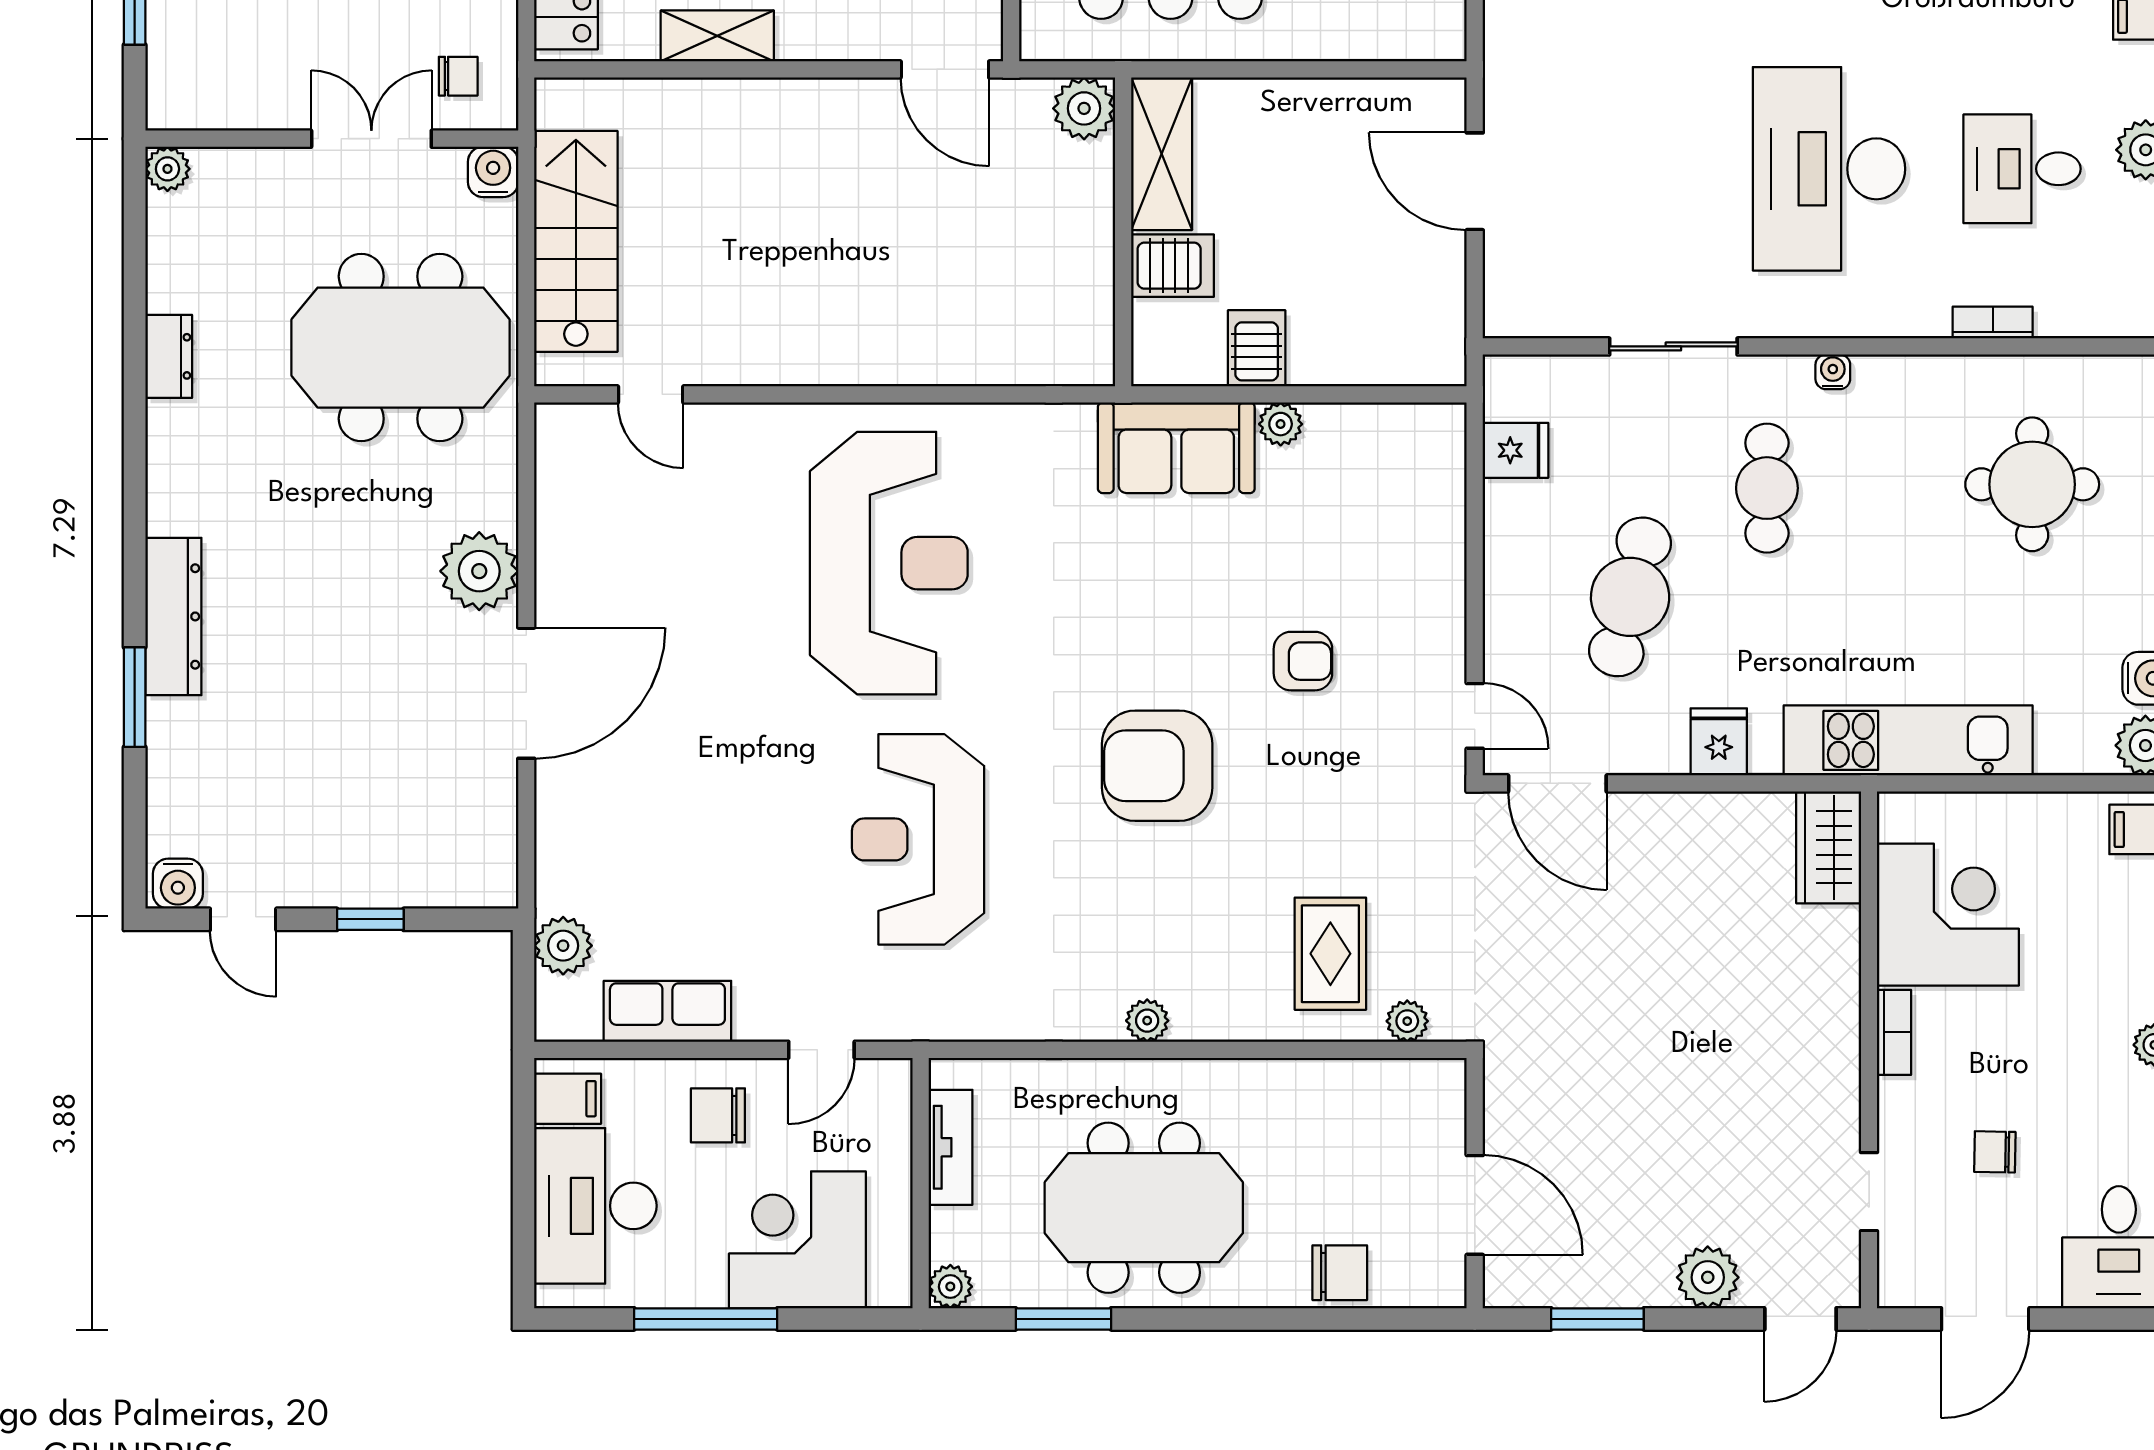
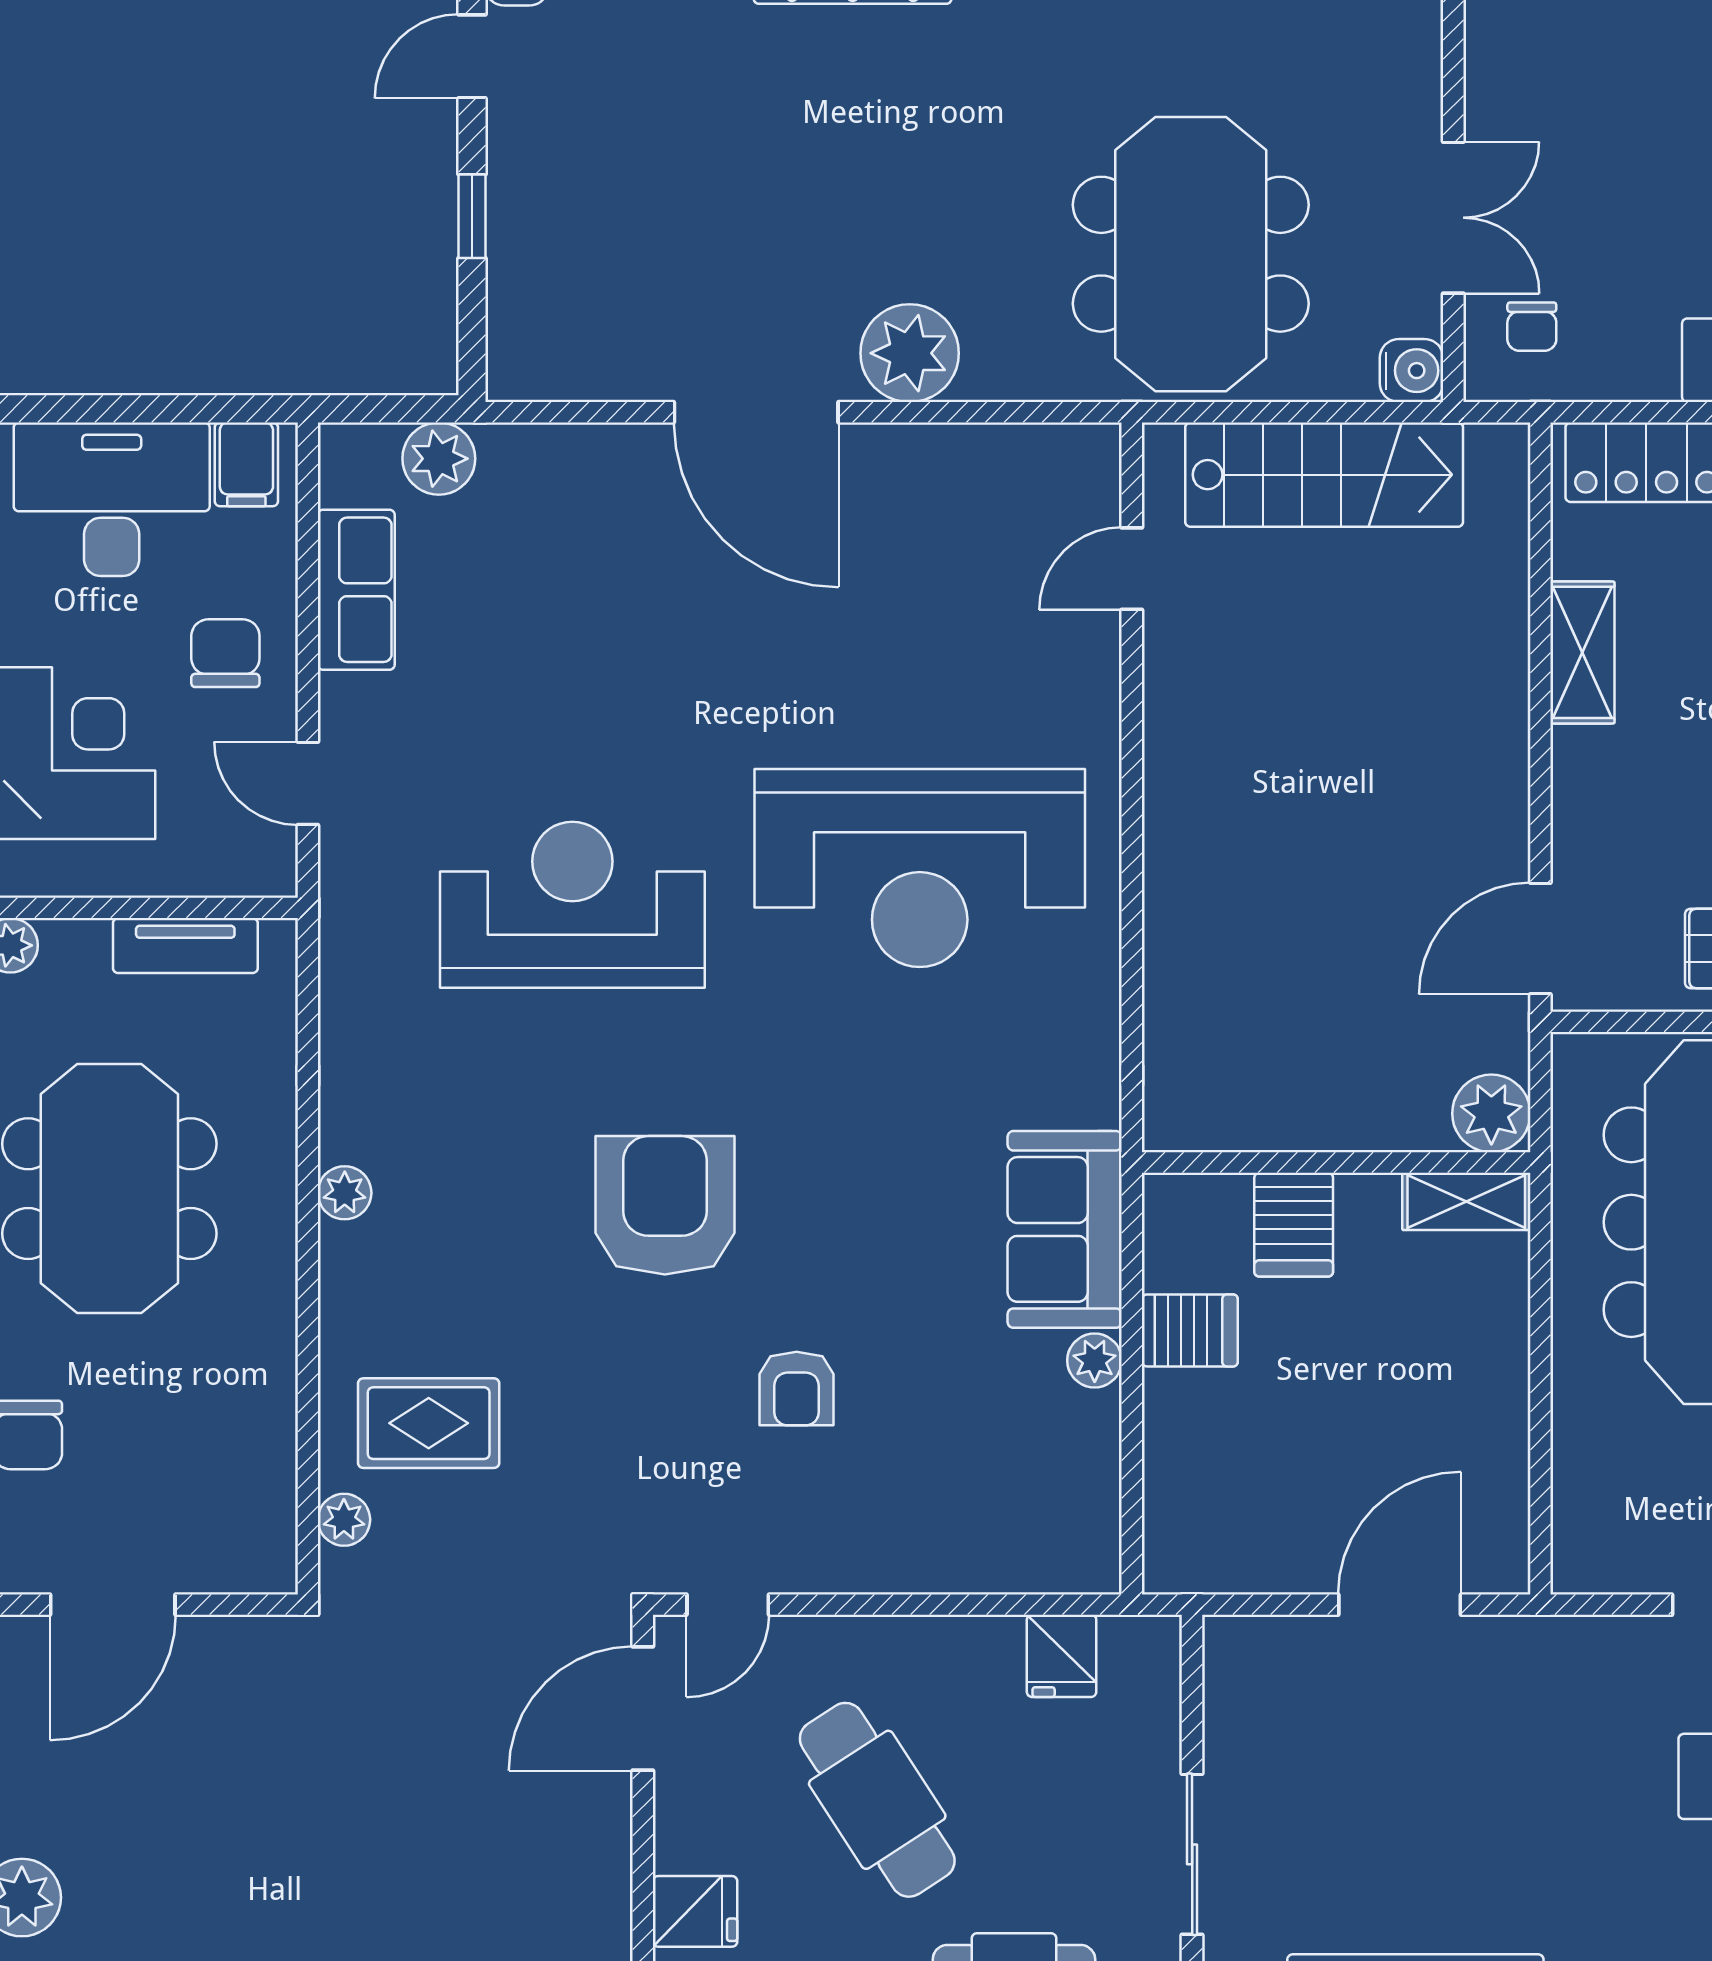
shelving: (1162, 154) -> (1466, 1201), width x0.67, depth x0.75
cafe table: (1630, 597) -> (877, 1800), turned 43

